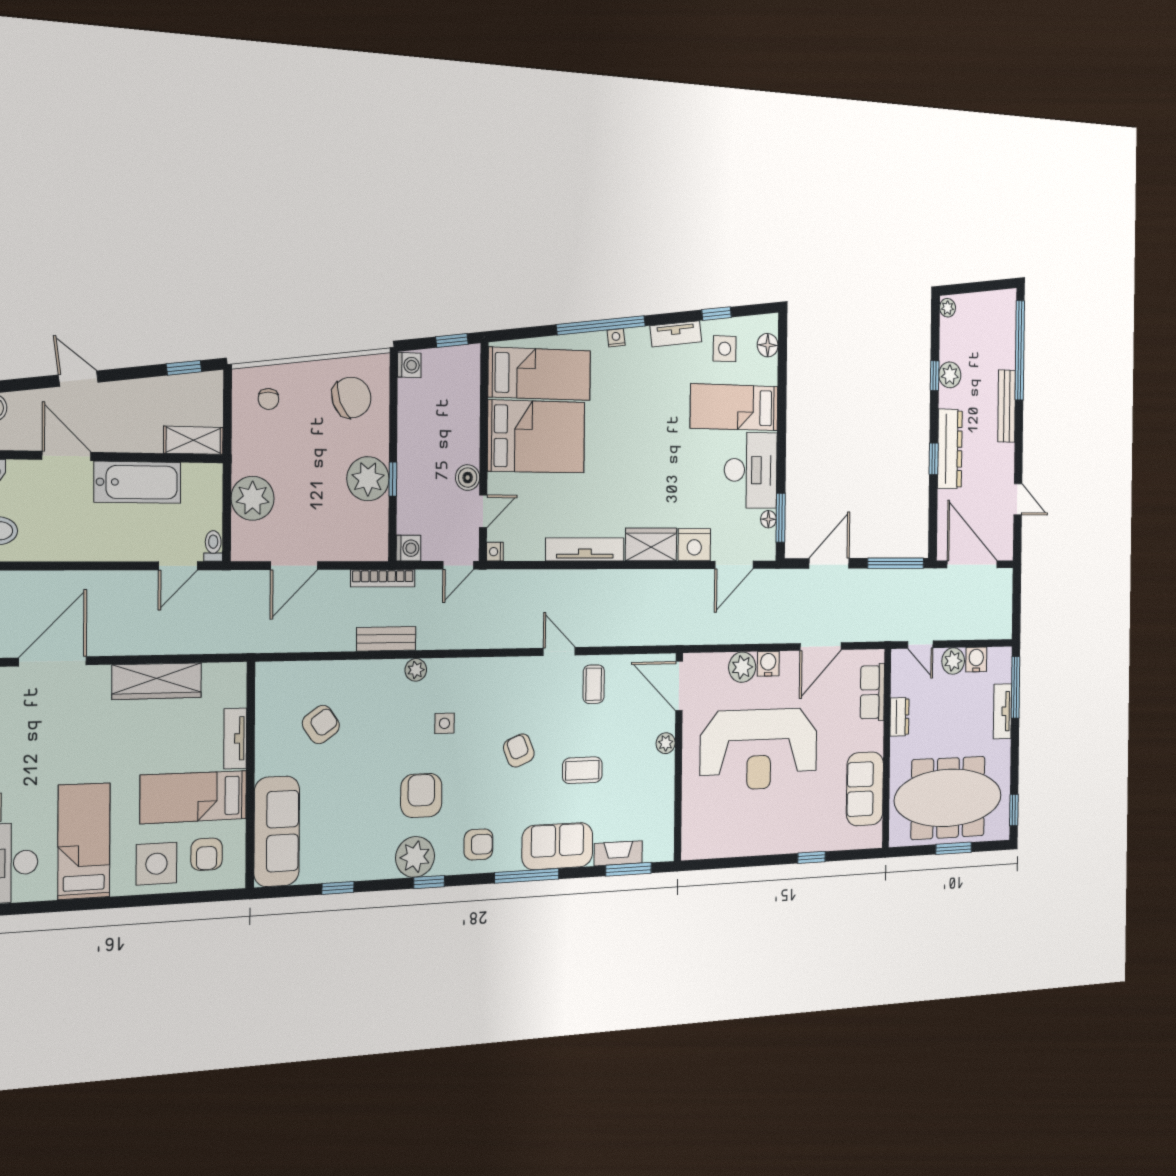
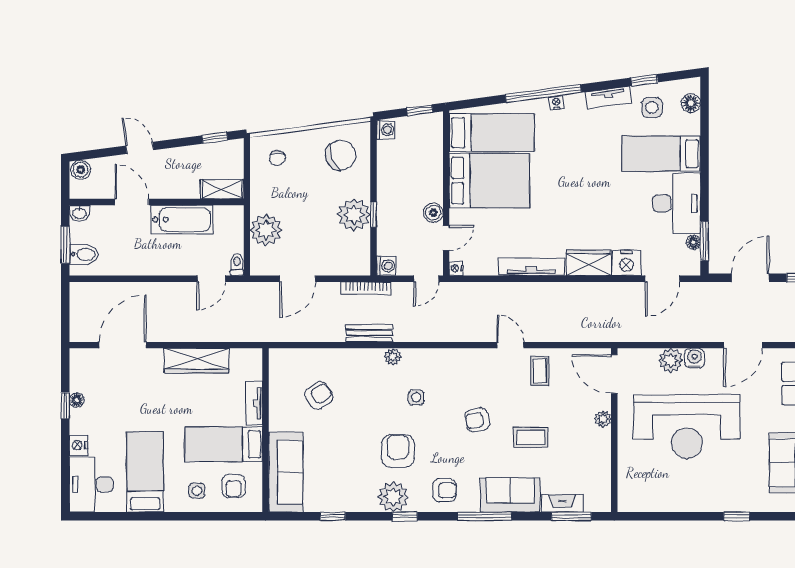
armchair: (519, 750) -> (477, 420), turned -79
side table: (156, 864) -> (197, 491), width x0.54, depth x0.54

